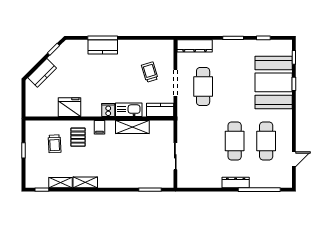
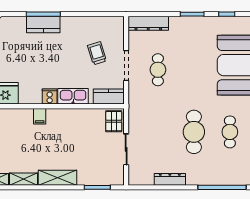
cafe table: (203, 87) -> (158, 70), width x0.73, depth x0.74
shelving: (132, 127) -> (58, 178), moved
pallet: (78, 137) -> (114, 121), moved
cafe table: (266, 141) -> (230, 132), width x0.73, depth x0.74
dresser: (236, 183) -> (170, 179), moved

